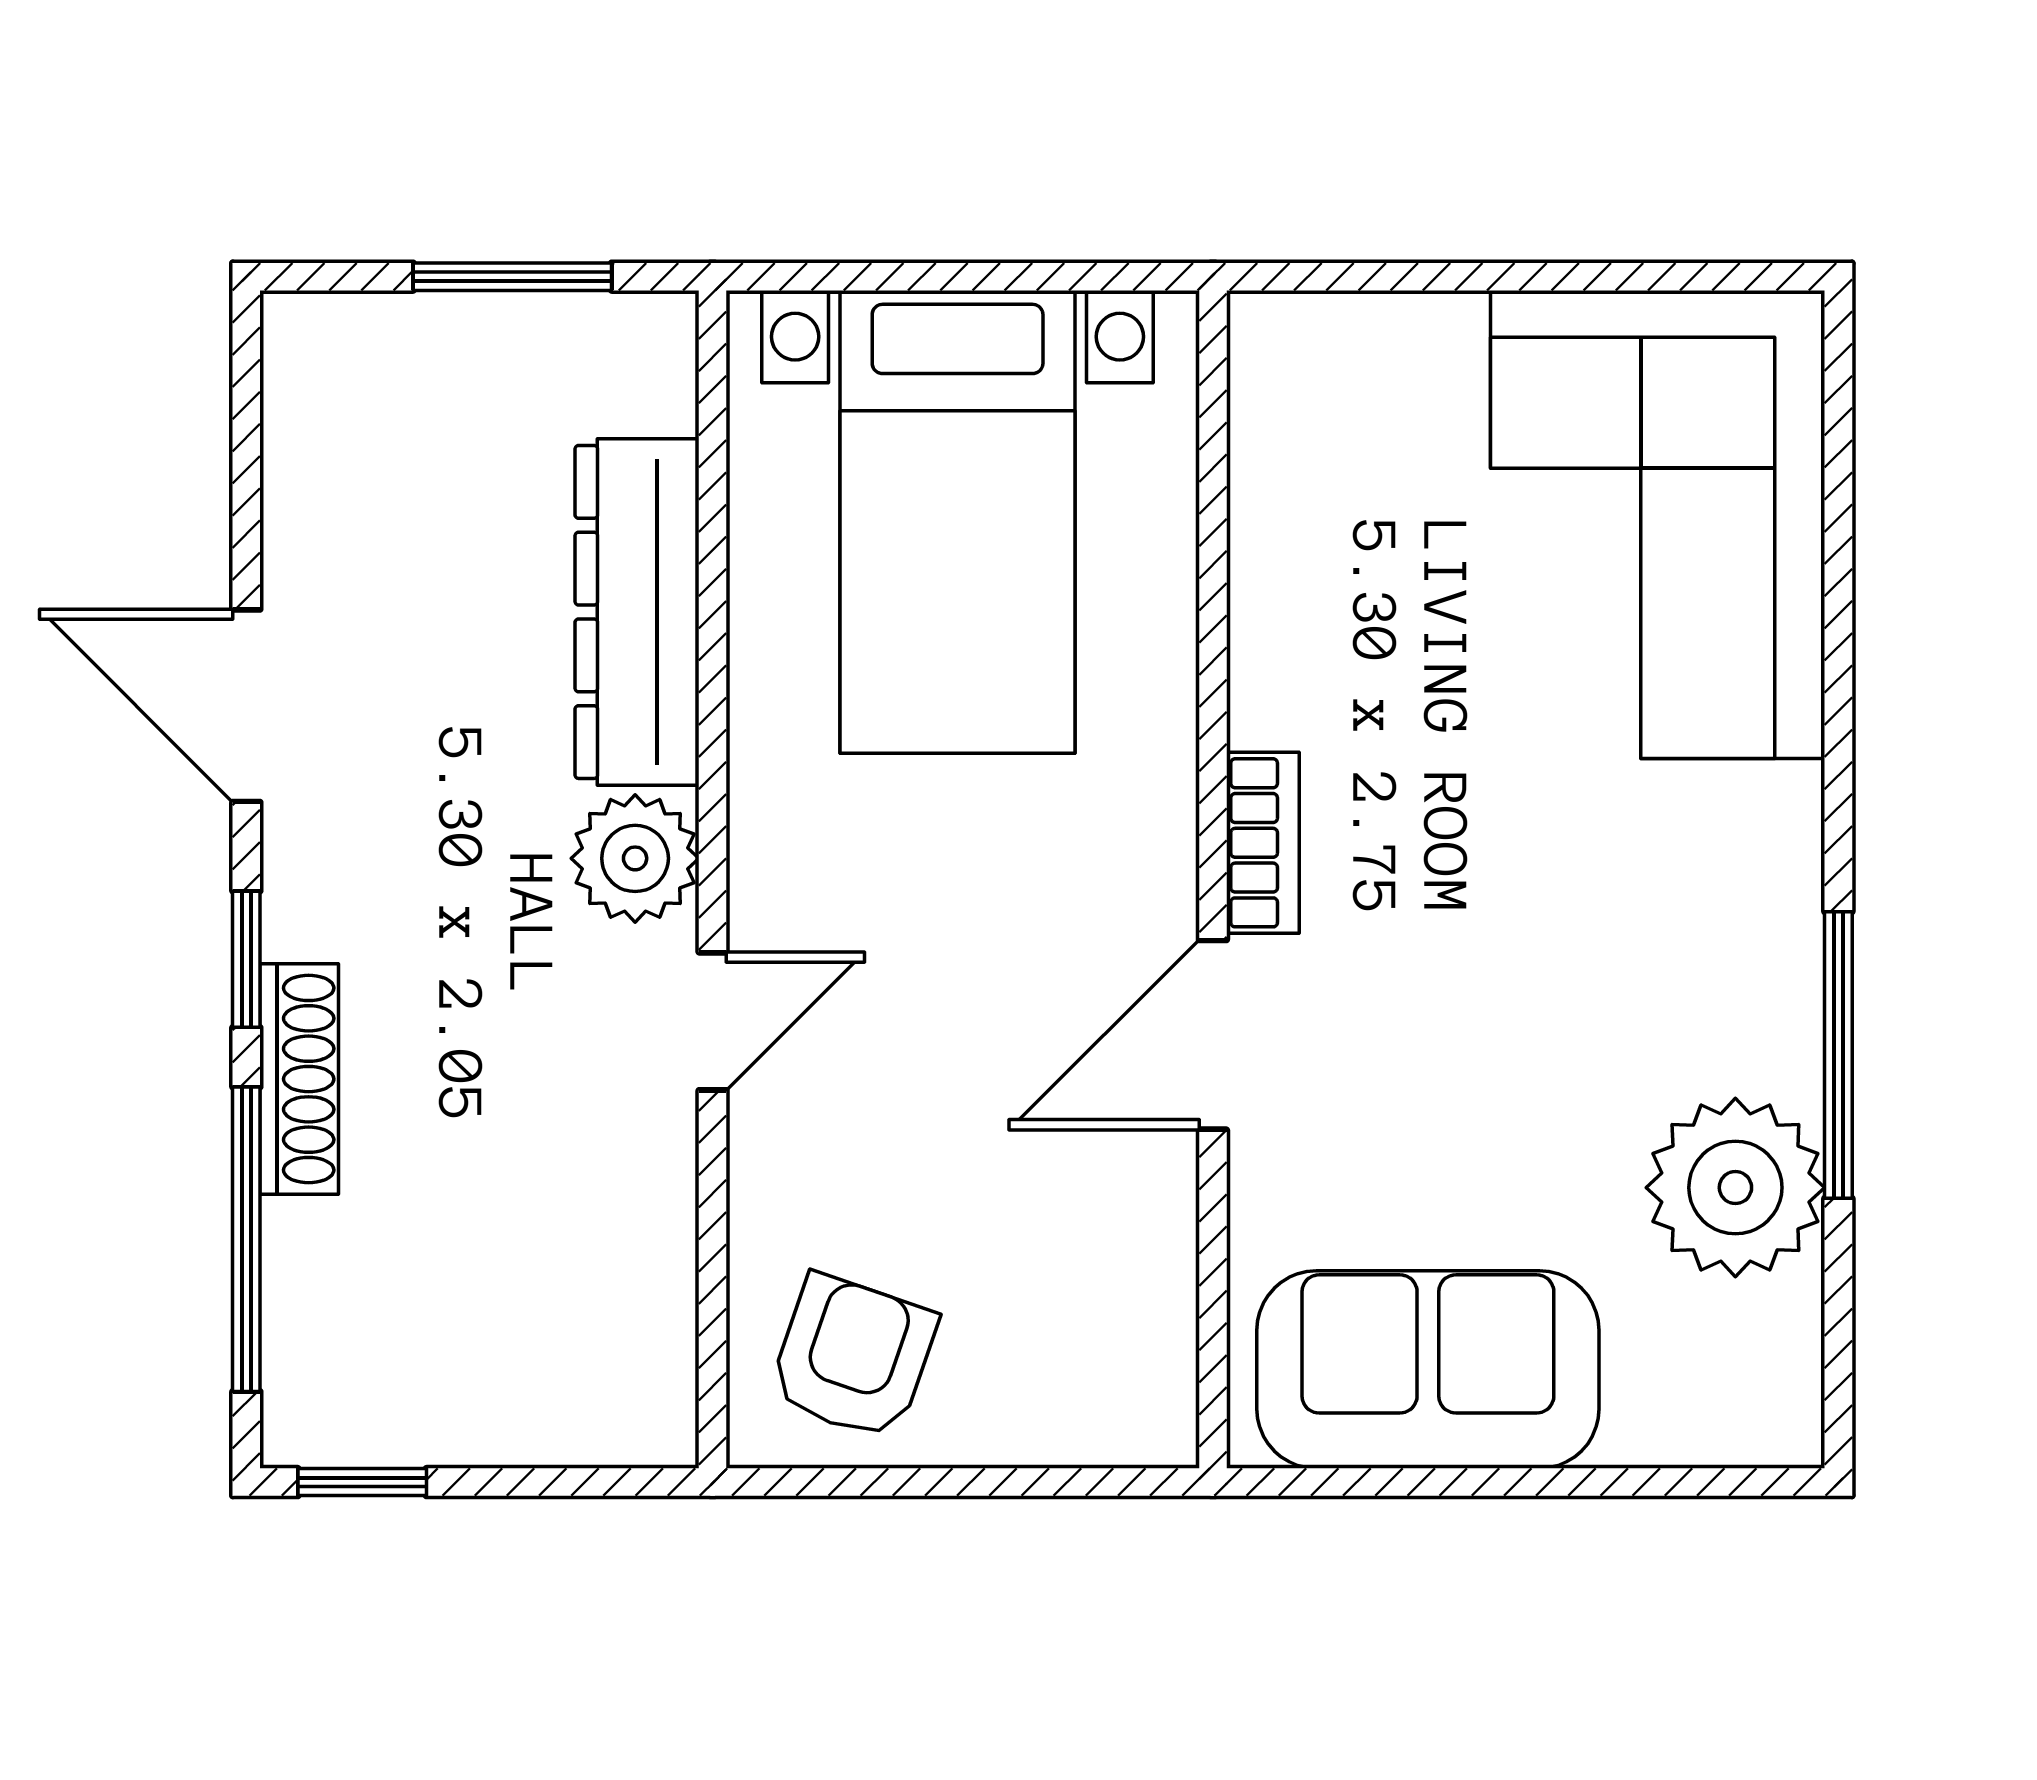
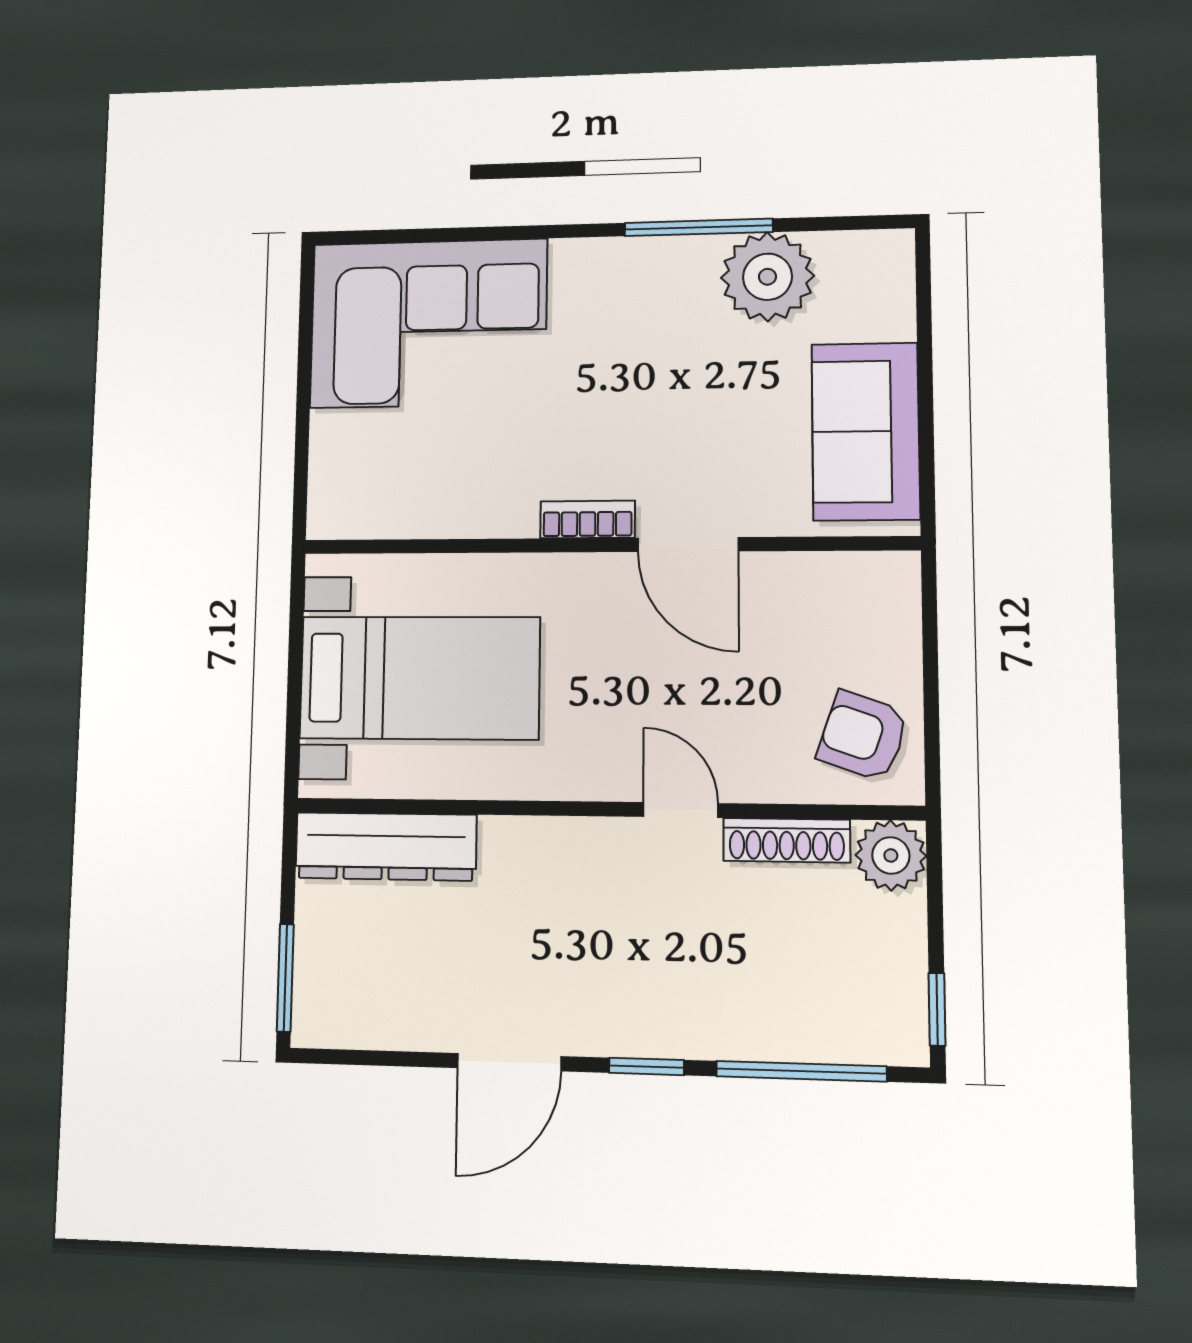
window: (512, 277) -> (285, 978), moved
dresser: (637, 612) -> (386, 846), moved
plant: (635, 858) -> (891, 855), moved
shoe rack: (299, 1079) -> (787, 840), moved, turned 180

